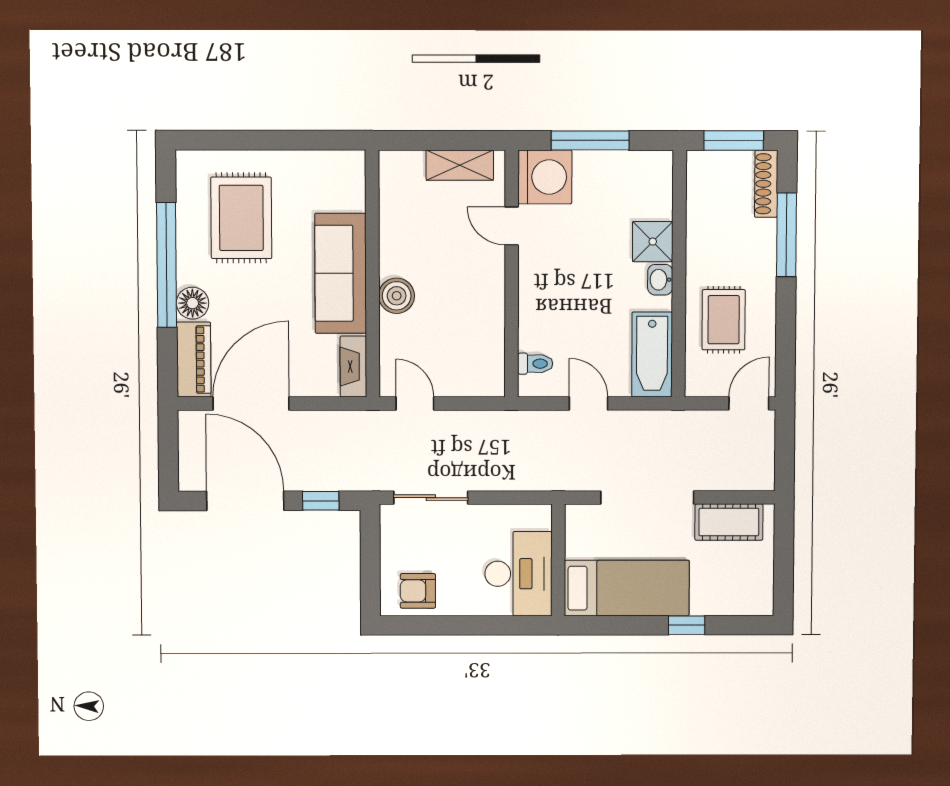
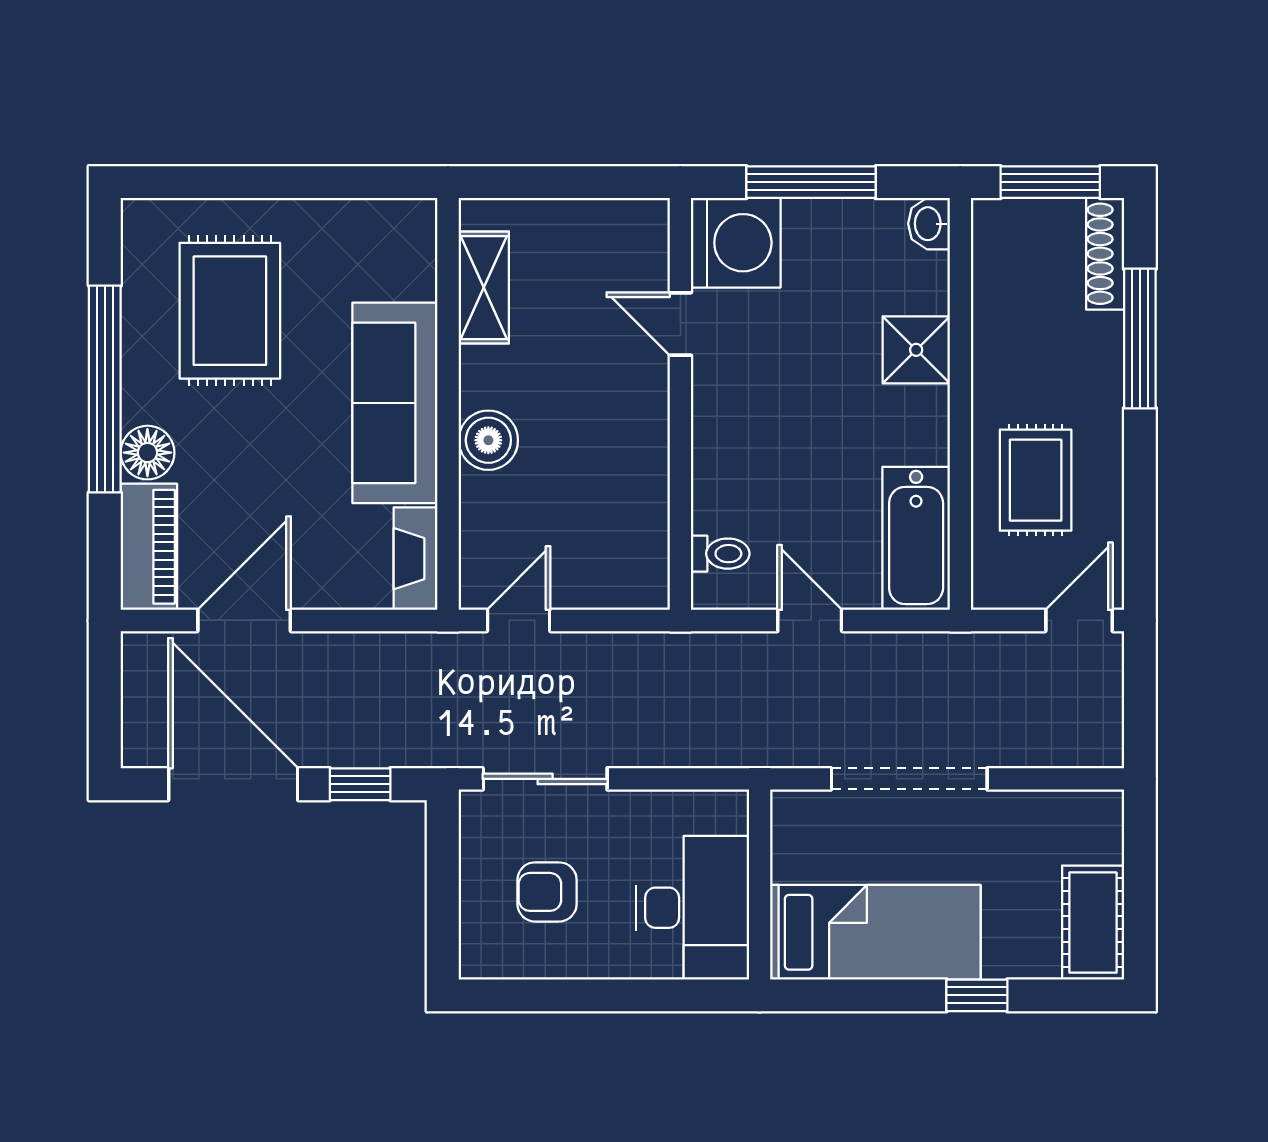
shelving: (460, 165) -> (484, 288), moved, turned 90
washbasin: (660, 280) -> (929, 224), moved
door: (251, 404) -> (244, 620), width x0.73
door: (415, 404) -> (519, 620), hinge flipped
cot: (729, 522) -> (1093, 923), moved, turned 90
armchair: (418, 591) -> (547, 892), moved

